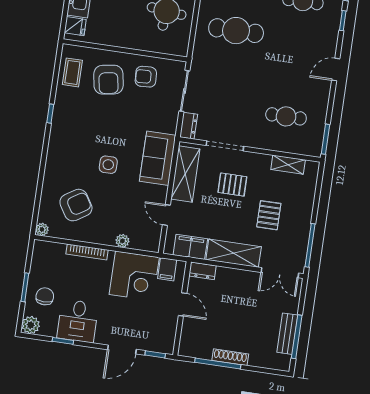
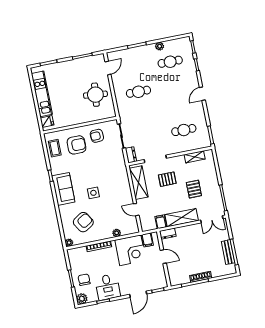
cafe table: (236, 31) -> (138, 92), width x0.73, depth x0.74
armchair: (108, 80) -> (76, 145), turned -81
sofa: (158, 158) -> (63, 189), moved, turned 180
filing cabinet: (190, 247) -> (161, 222), width x0.50

